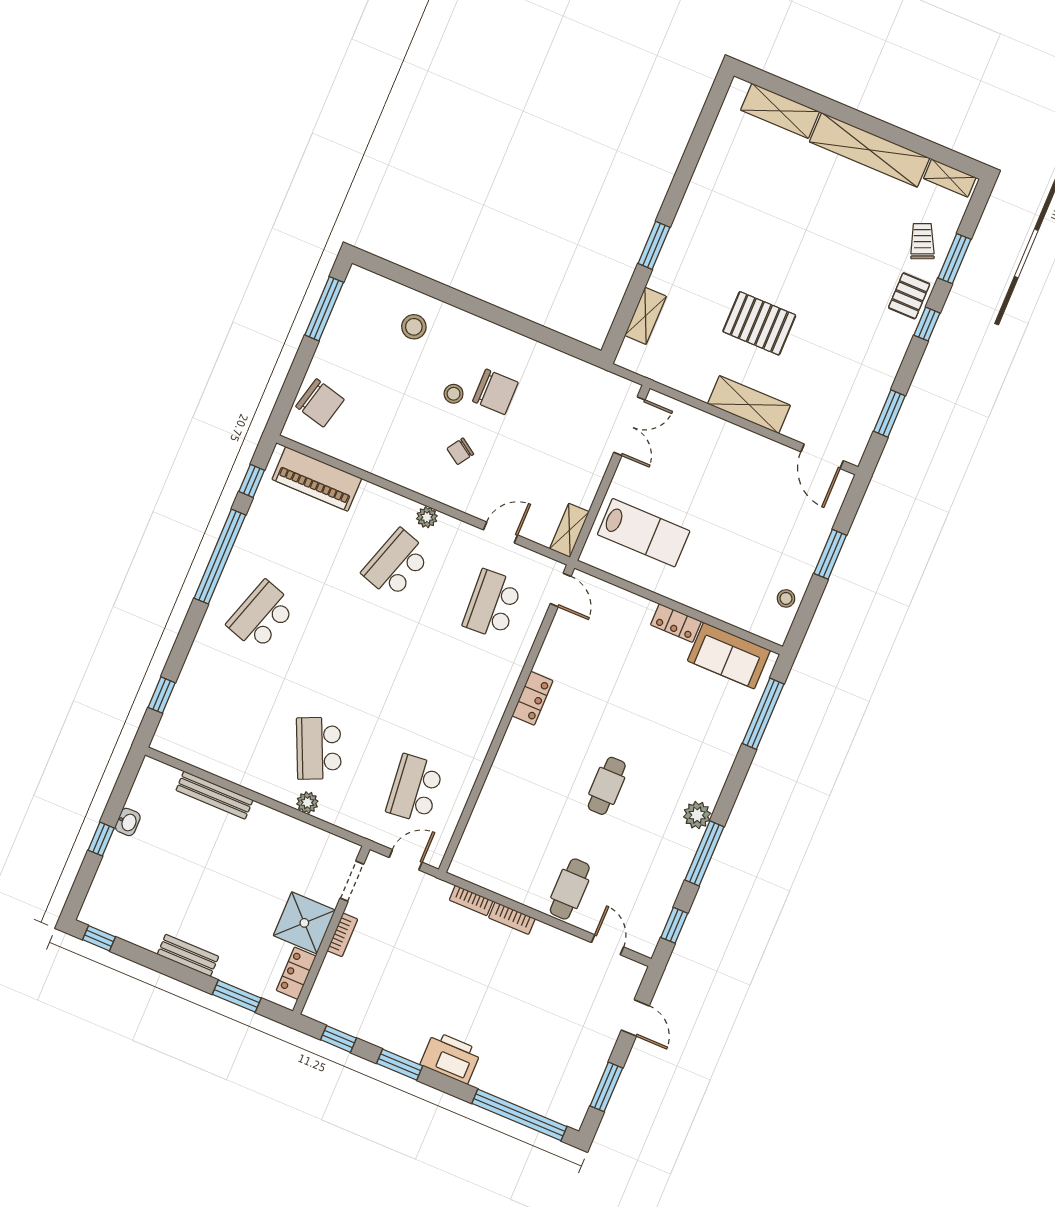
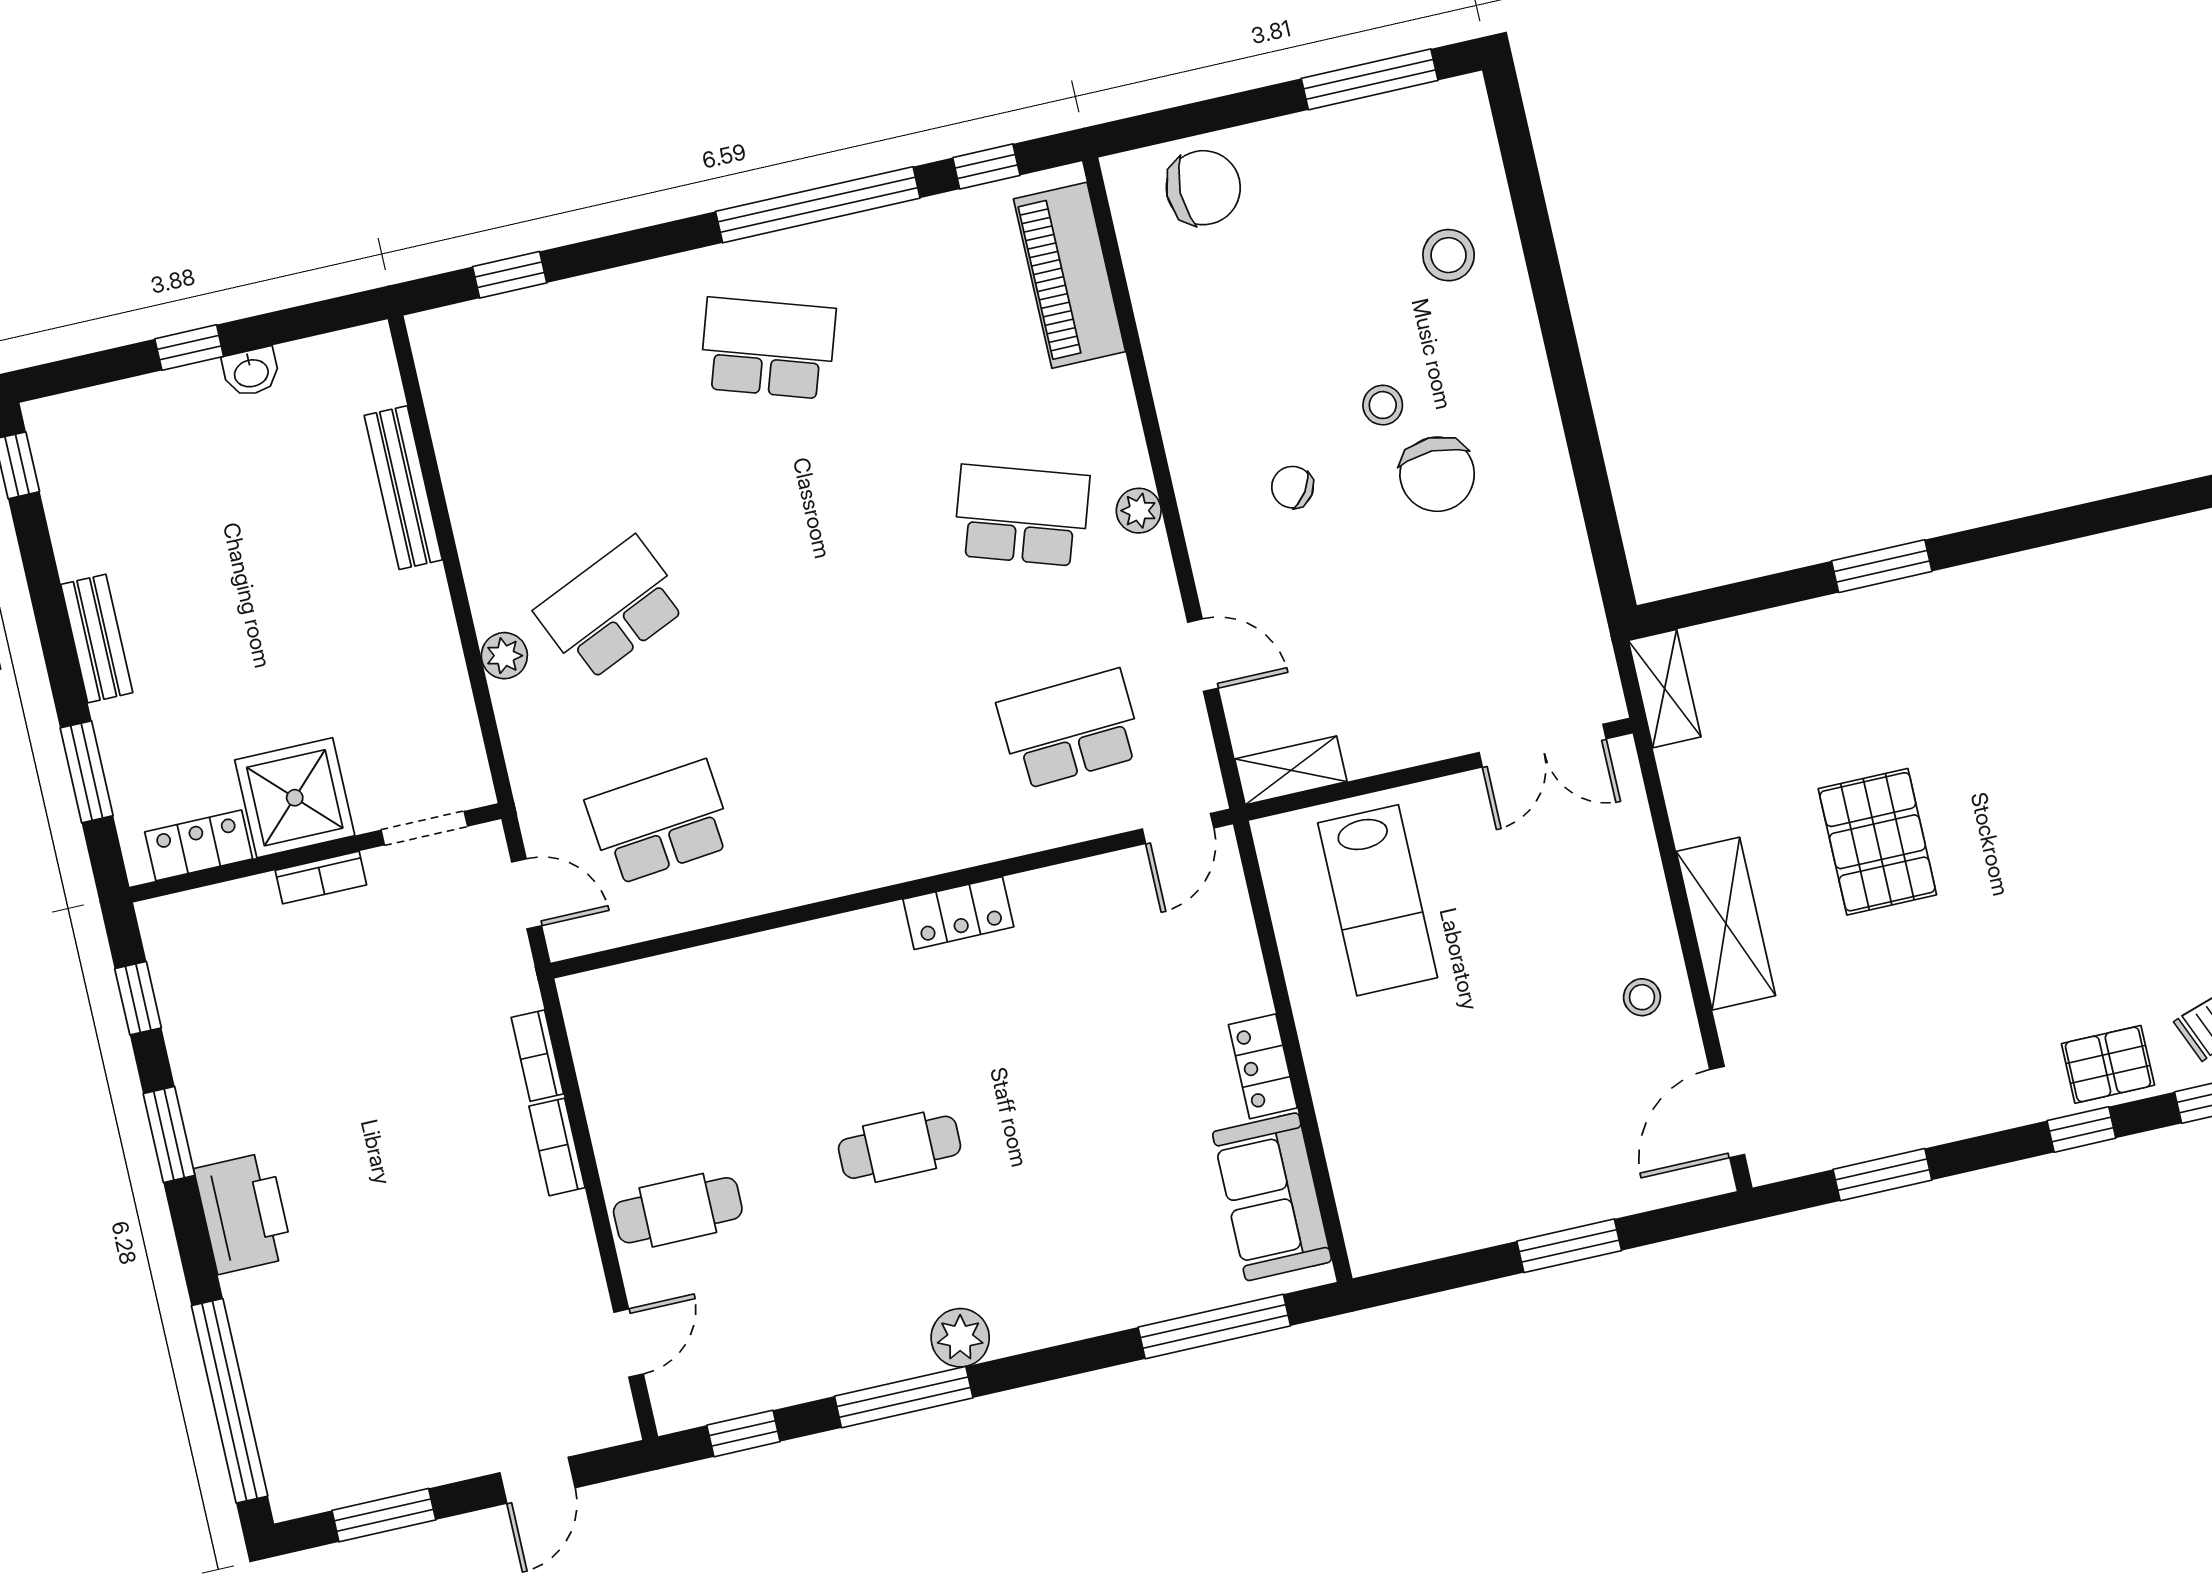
shelving: (645, 316) -> (1665, 689), moved, turned 90
chair: (320, 403) -> (1203, 188), turned -104
stool: (786, 598) -> (1642, 997), moved

